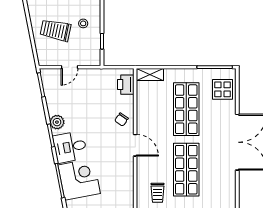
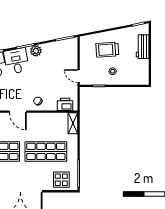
trolley: (55, 30) -> (107, 50), turned -106
door: (70, 67) -> (79, 76), moved
door: (135, 145) -> (18, 112), hinge flipped

